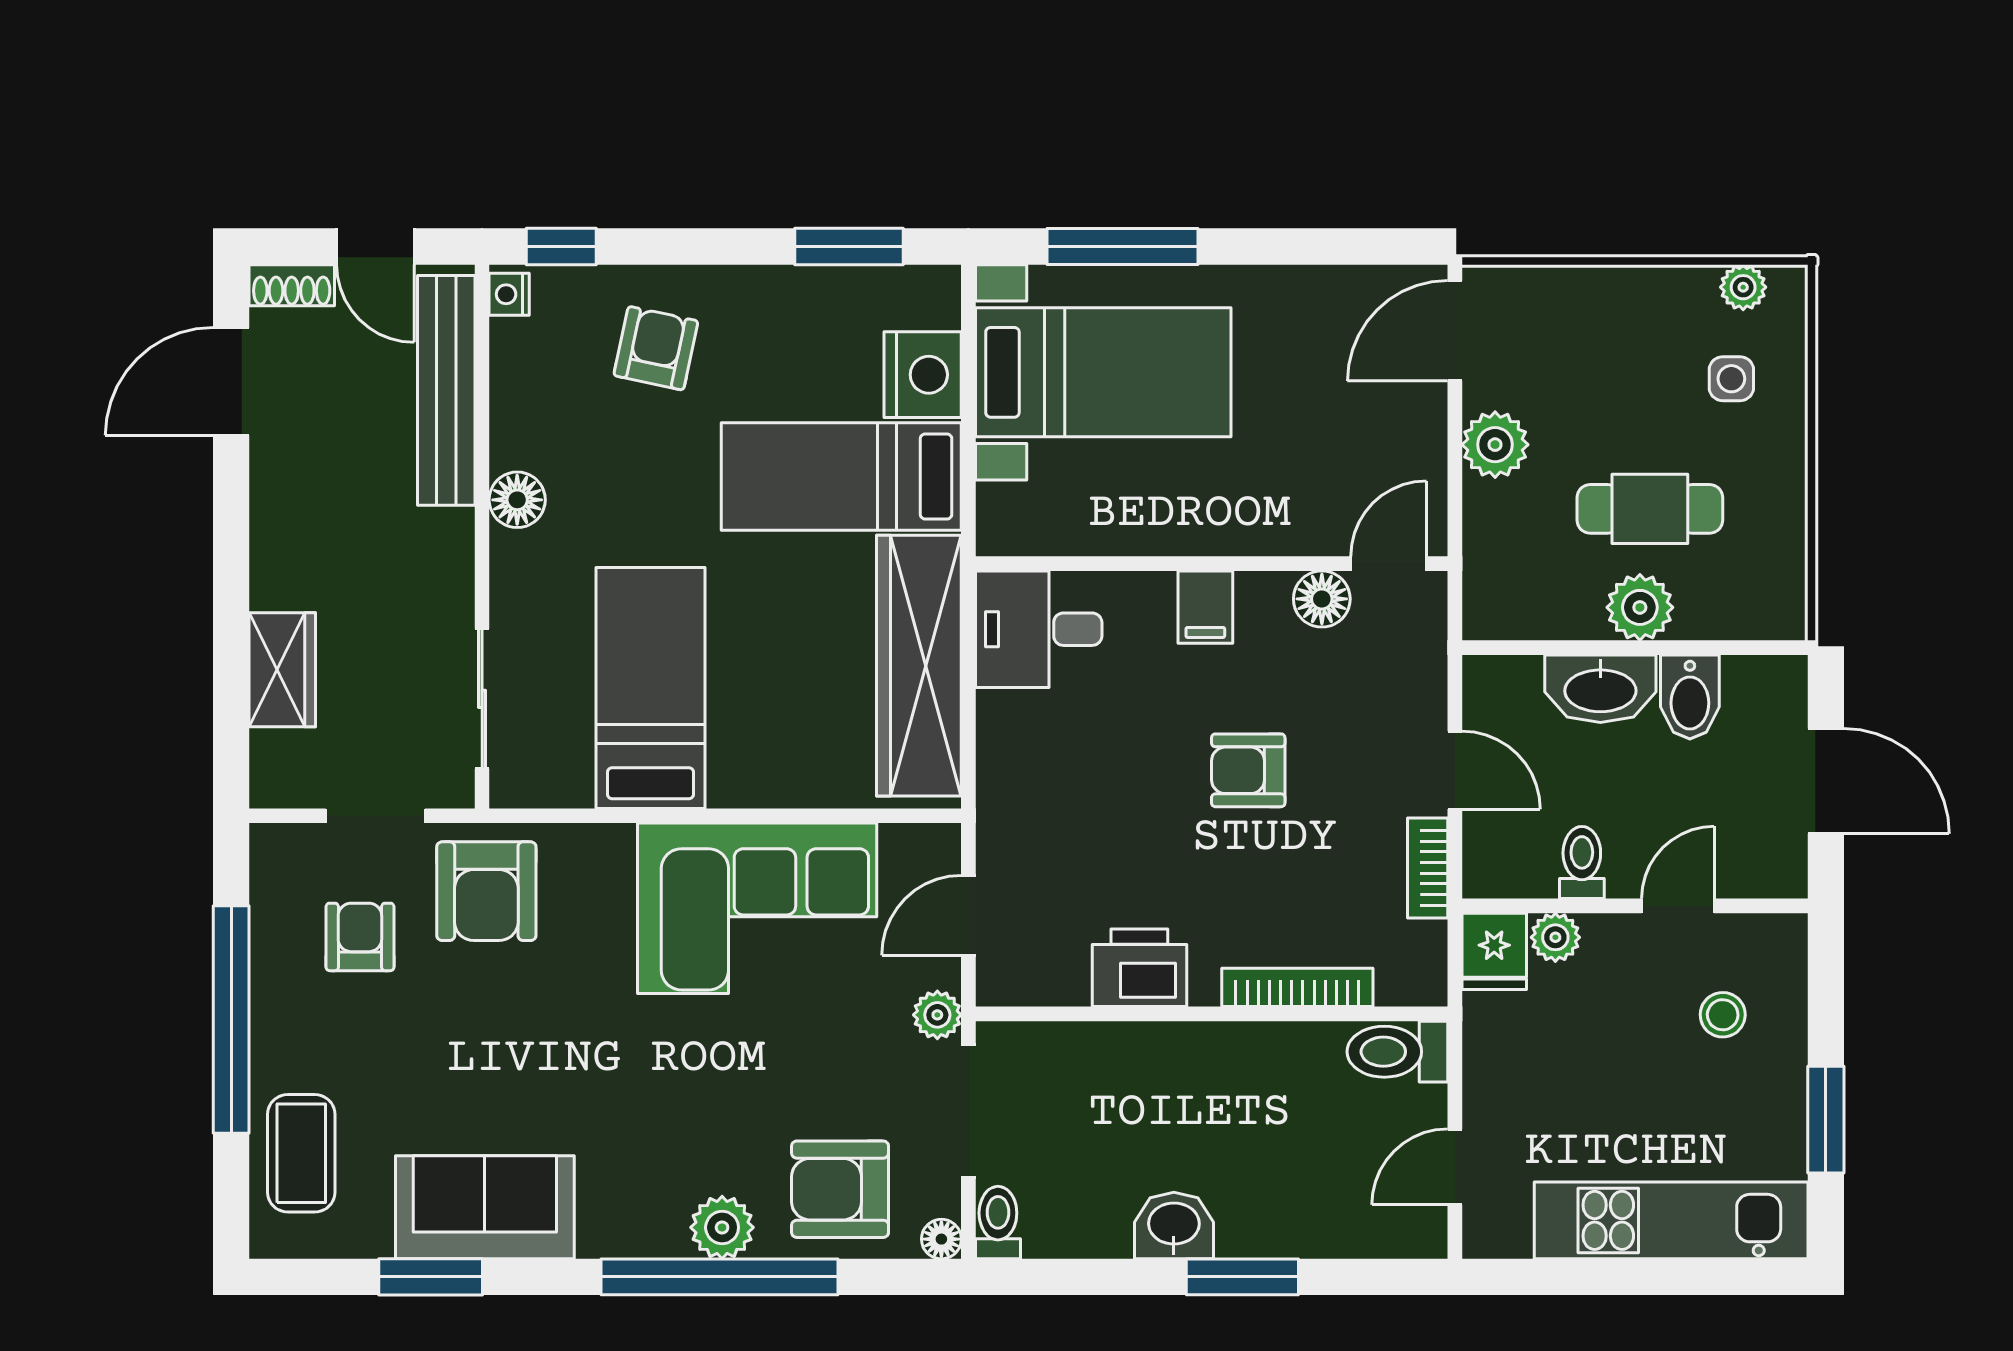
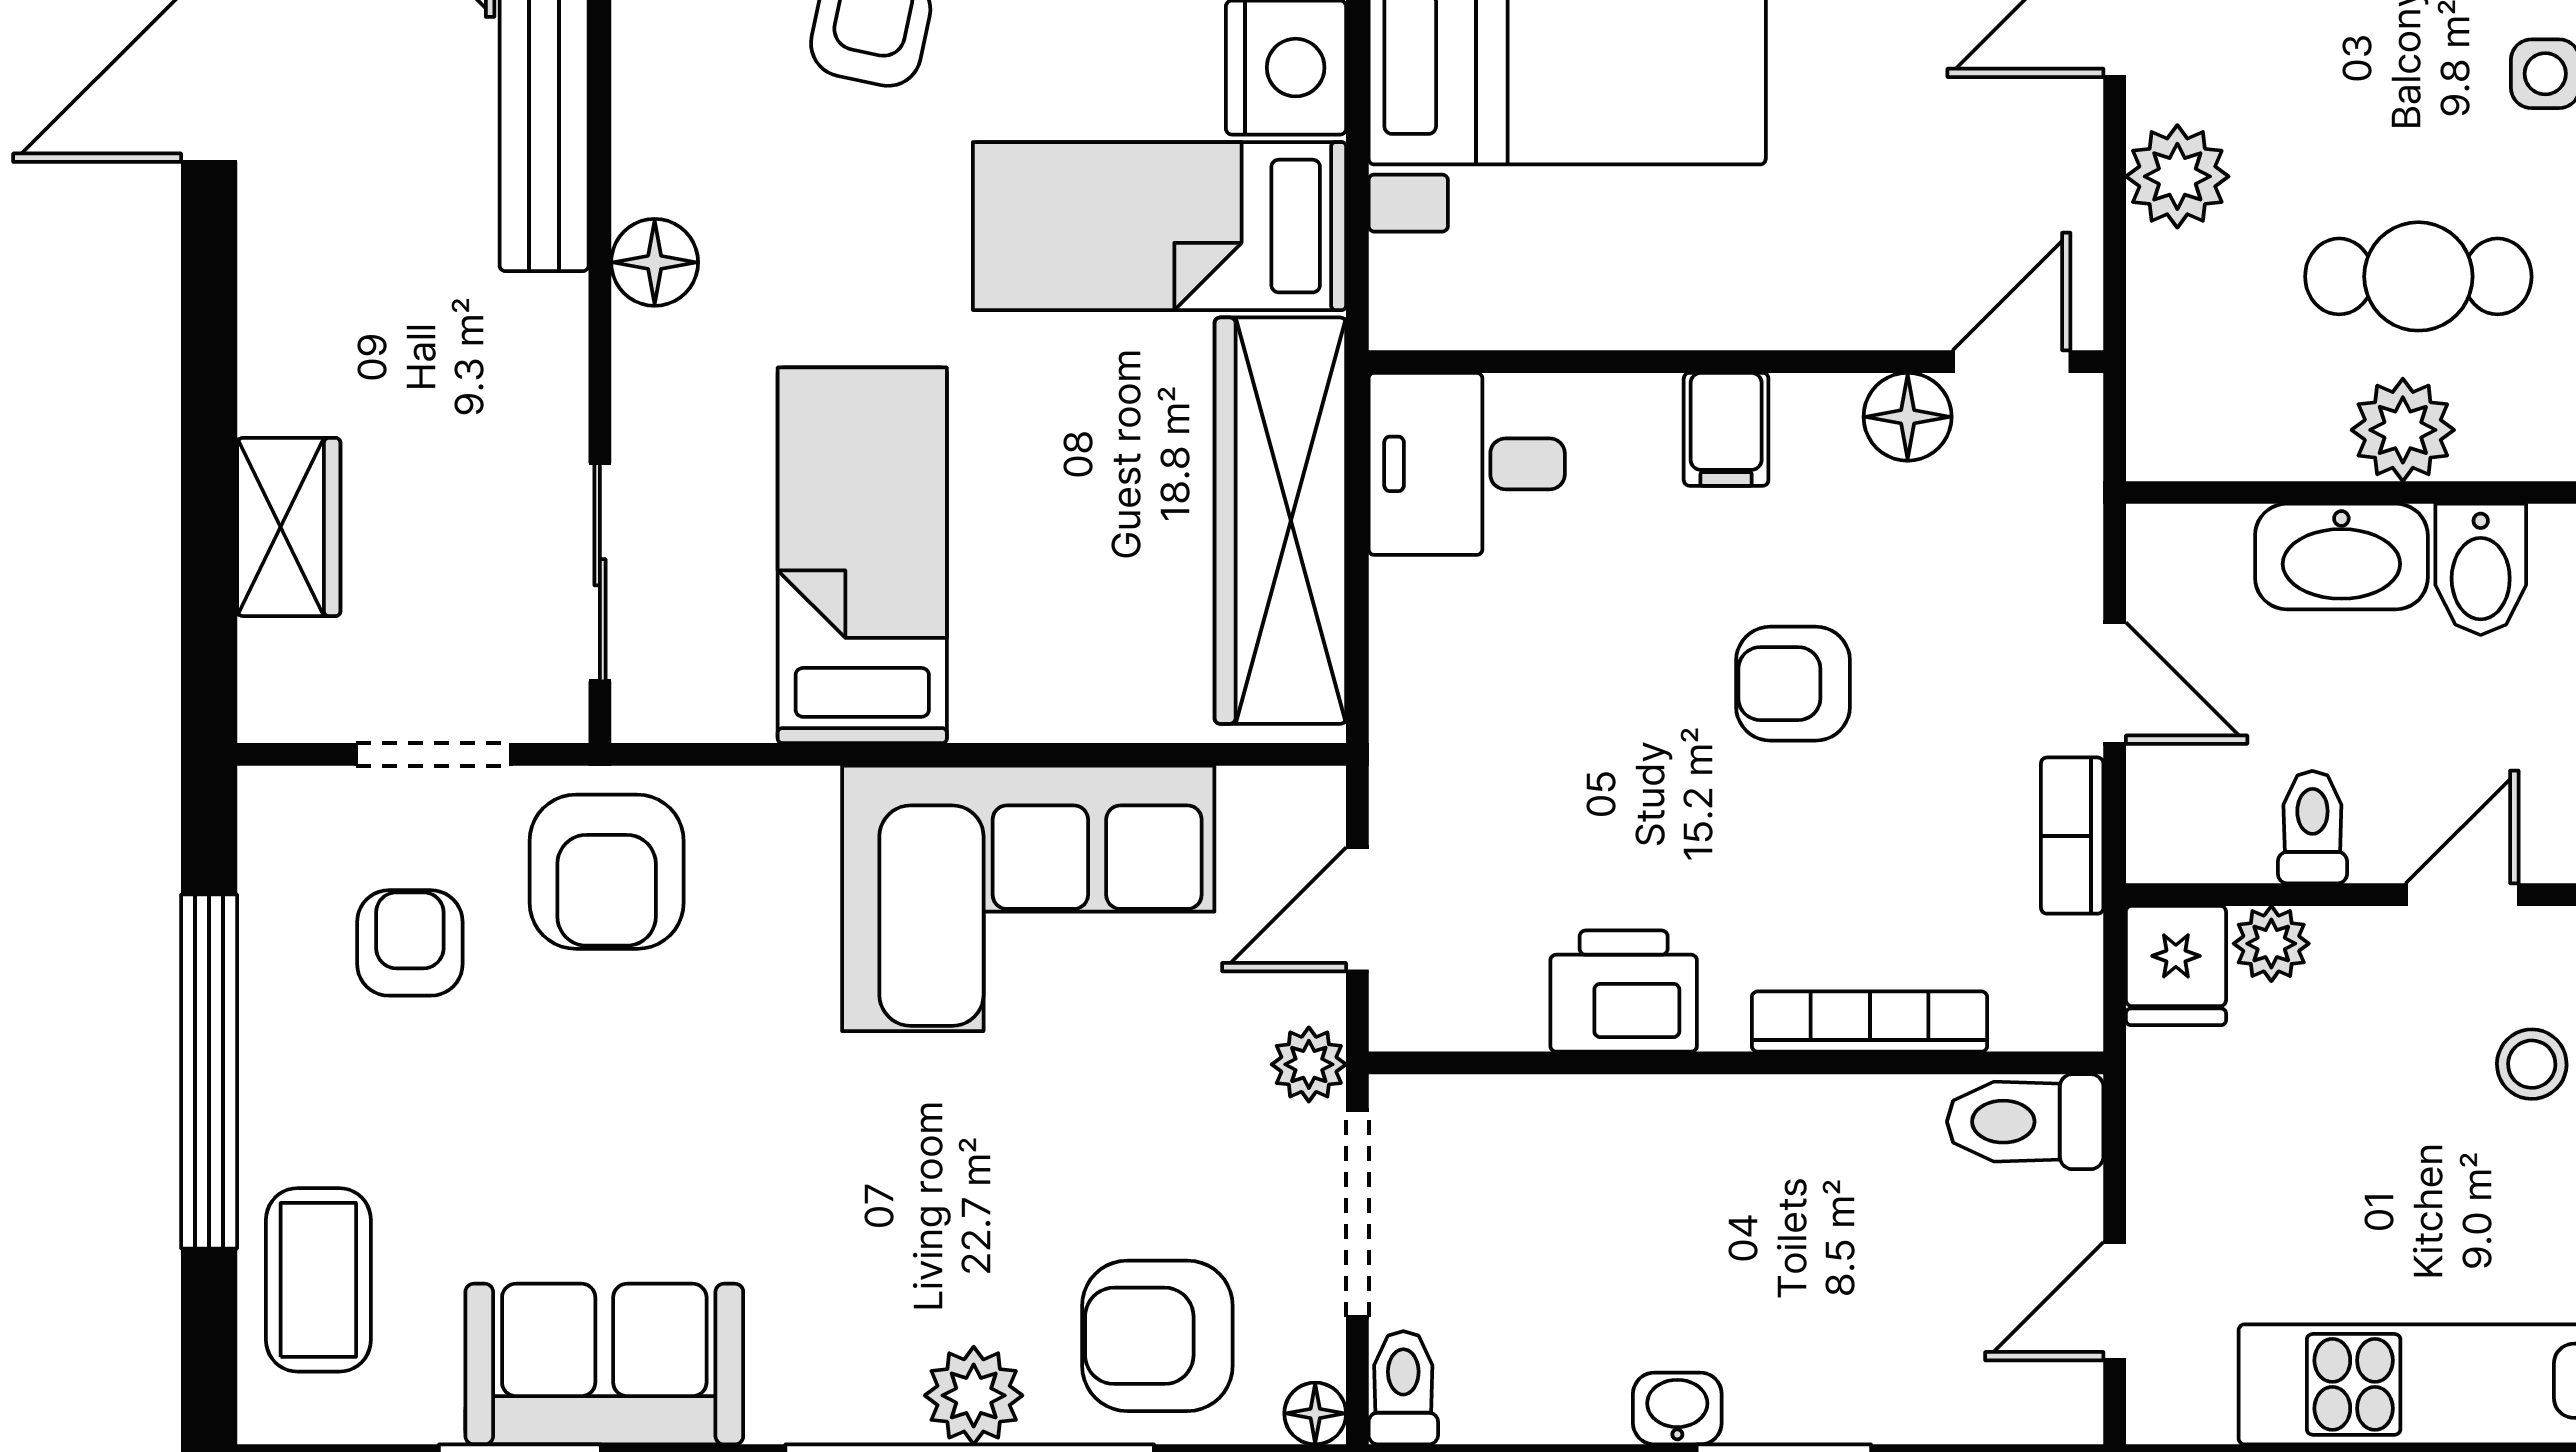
washbasin: (1174, 1226) -> (1677, 1409), width x0.72, depth x0.69

